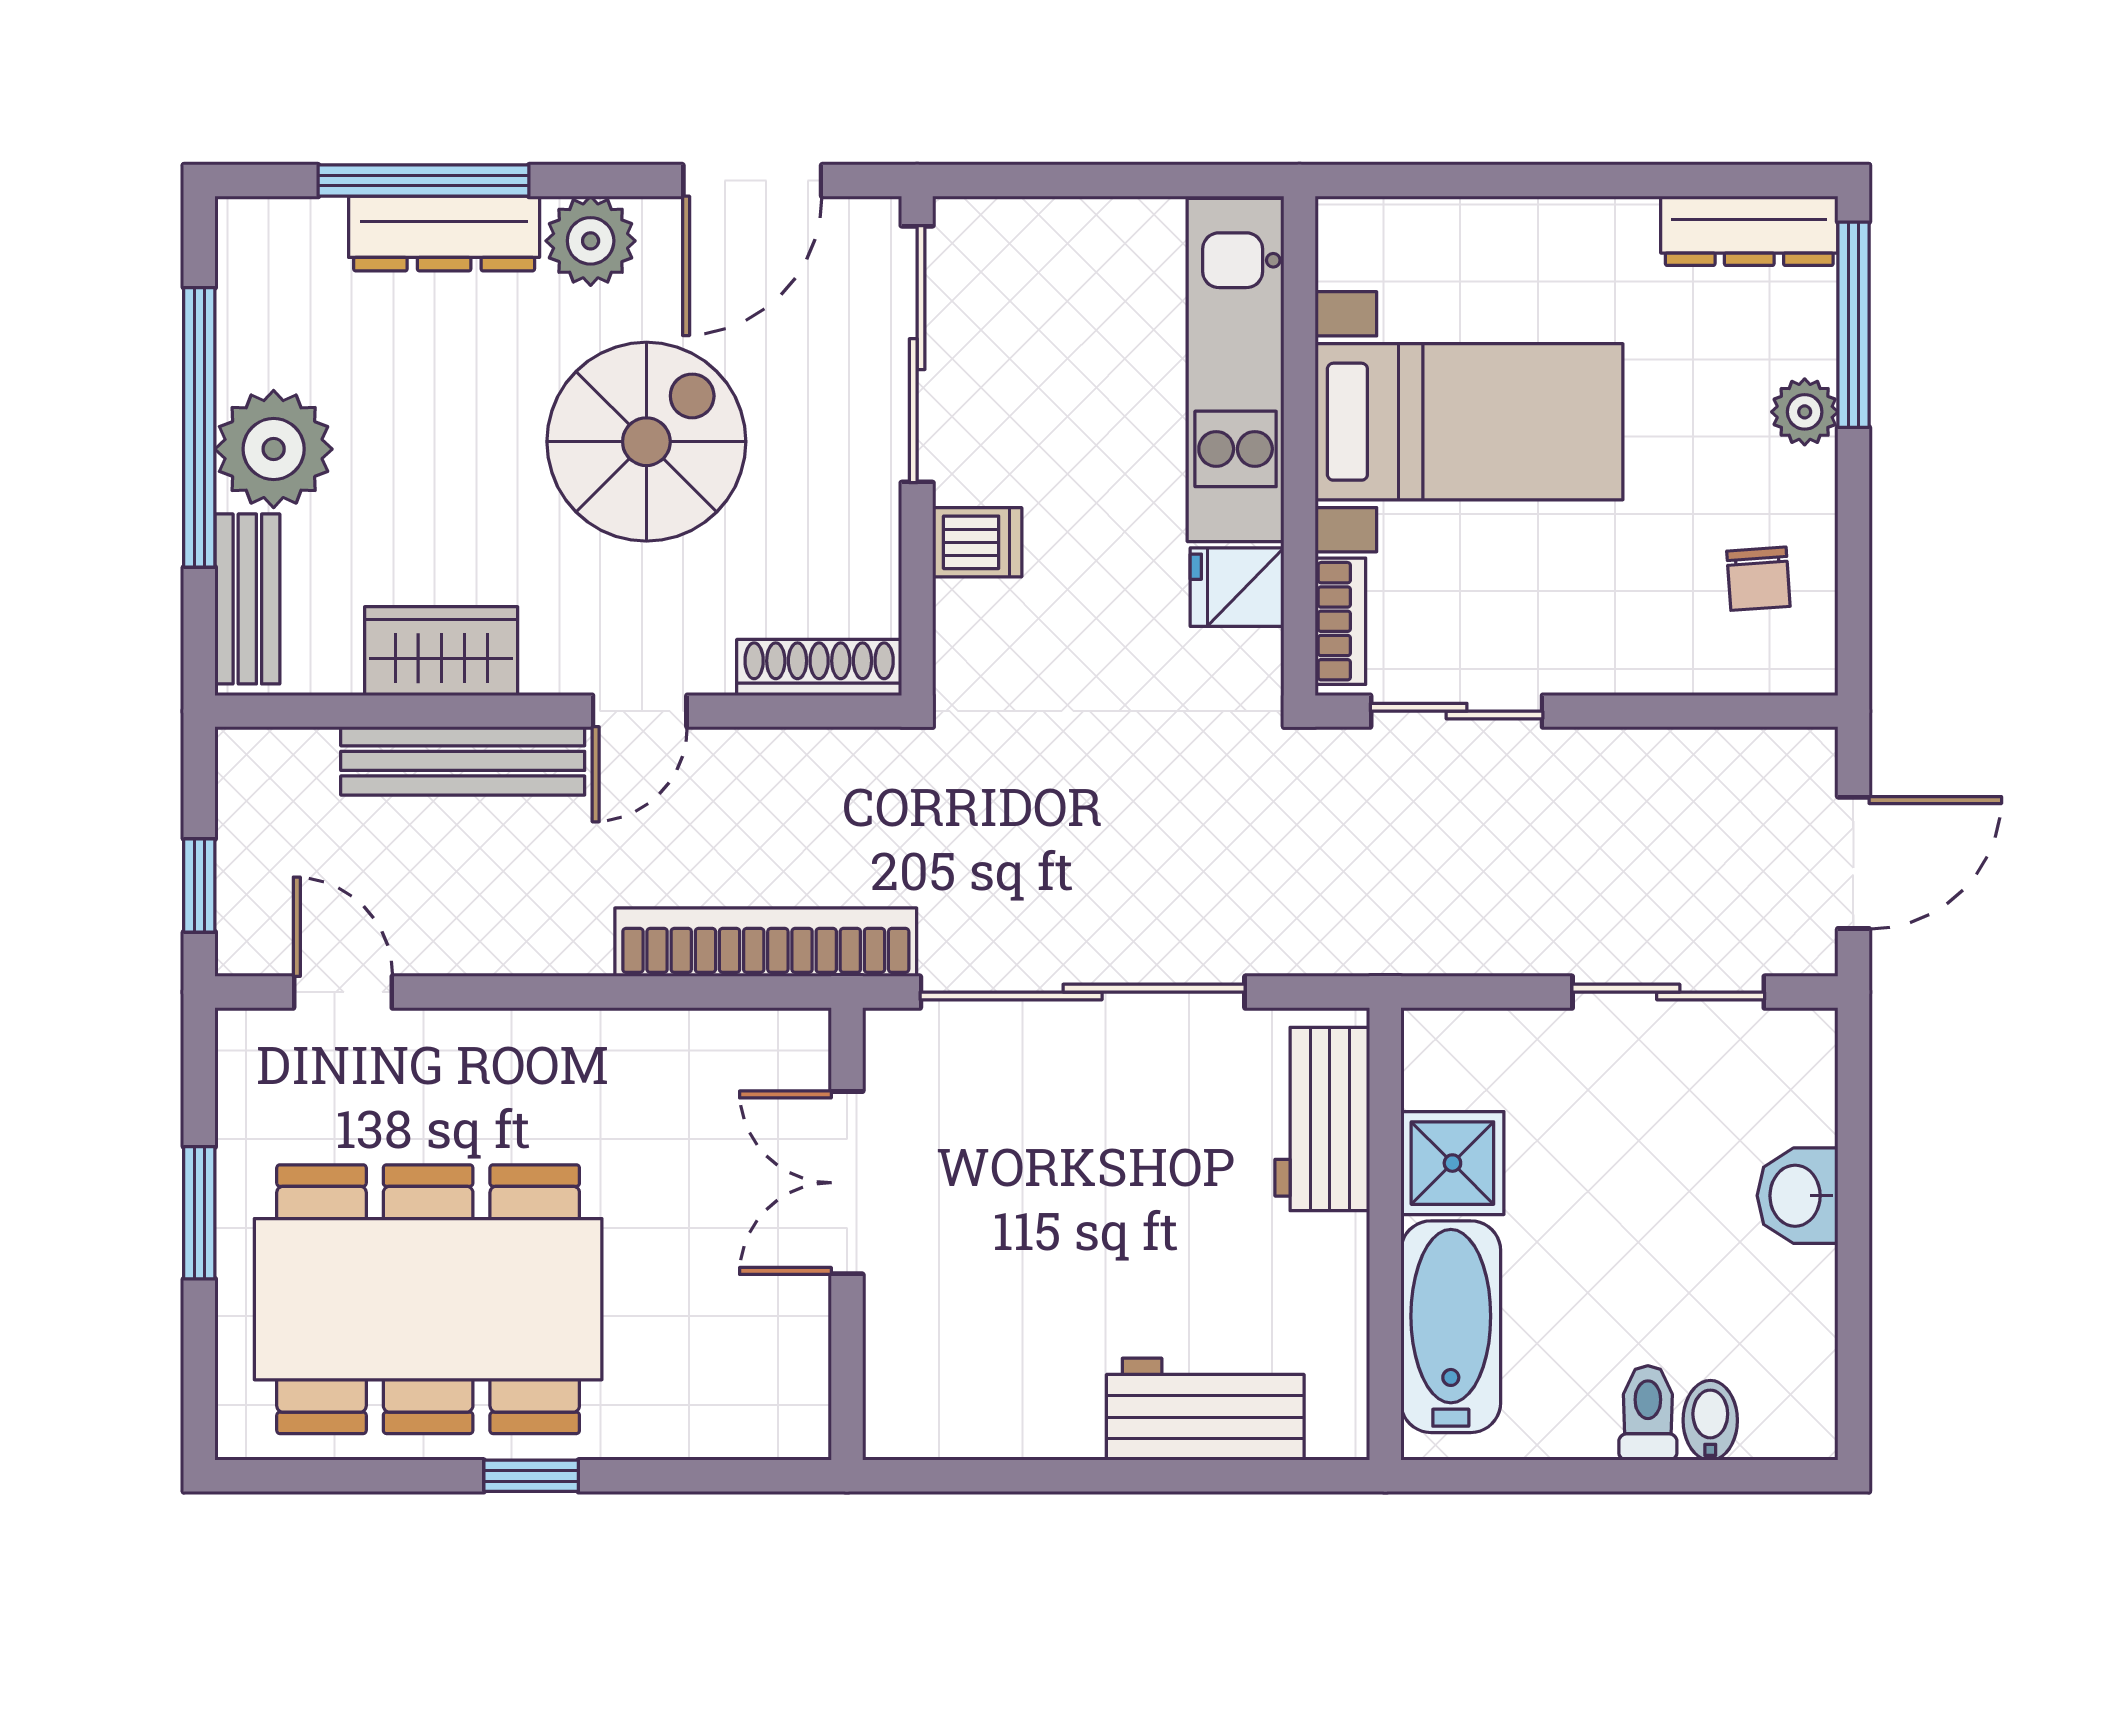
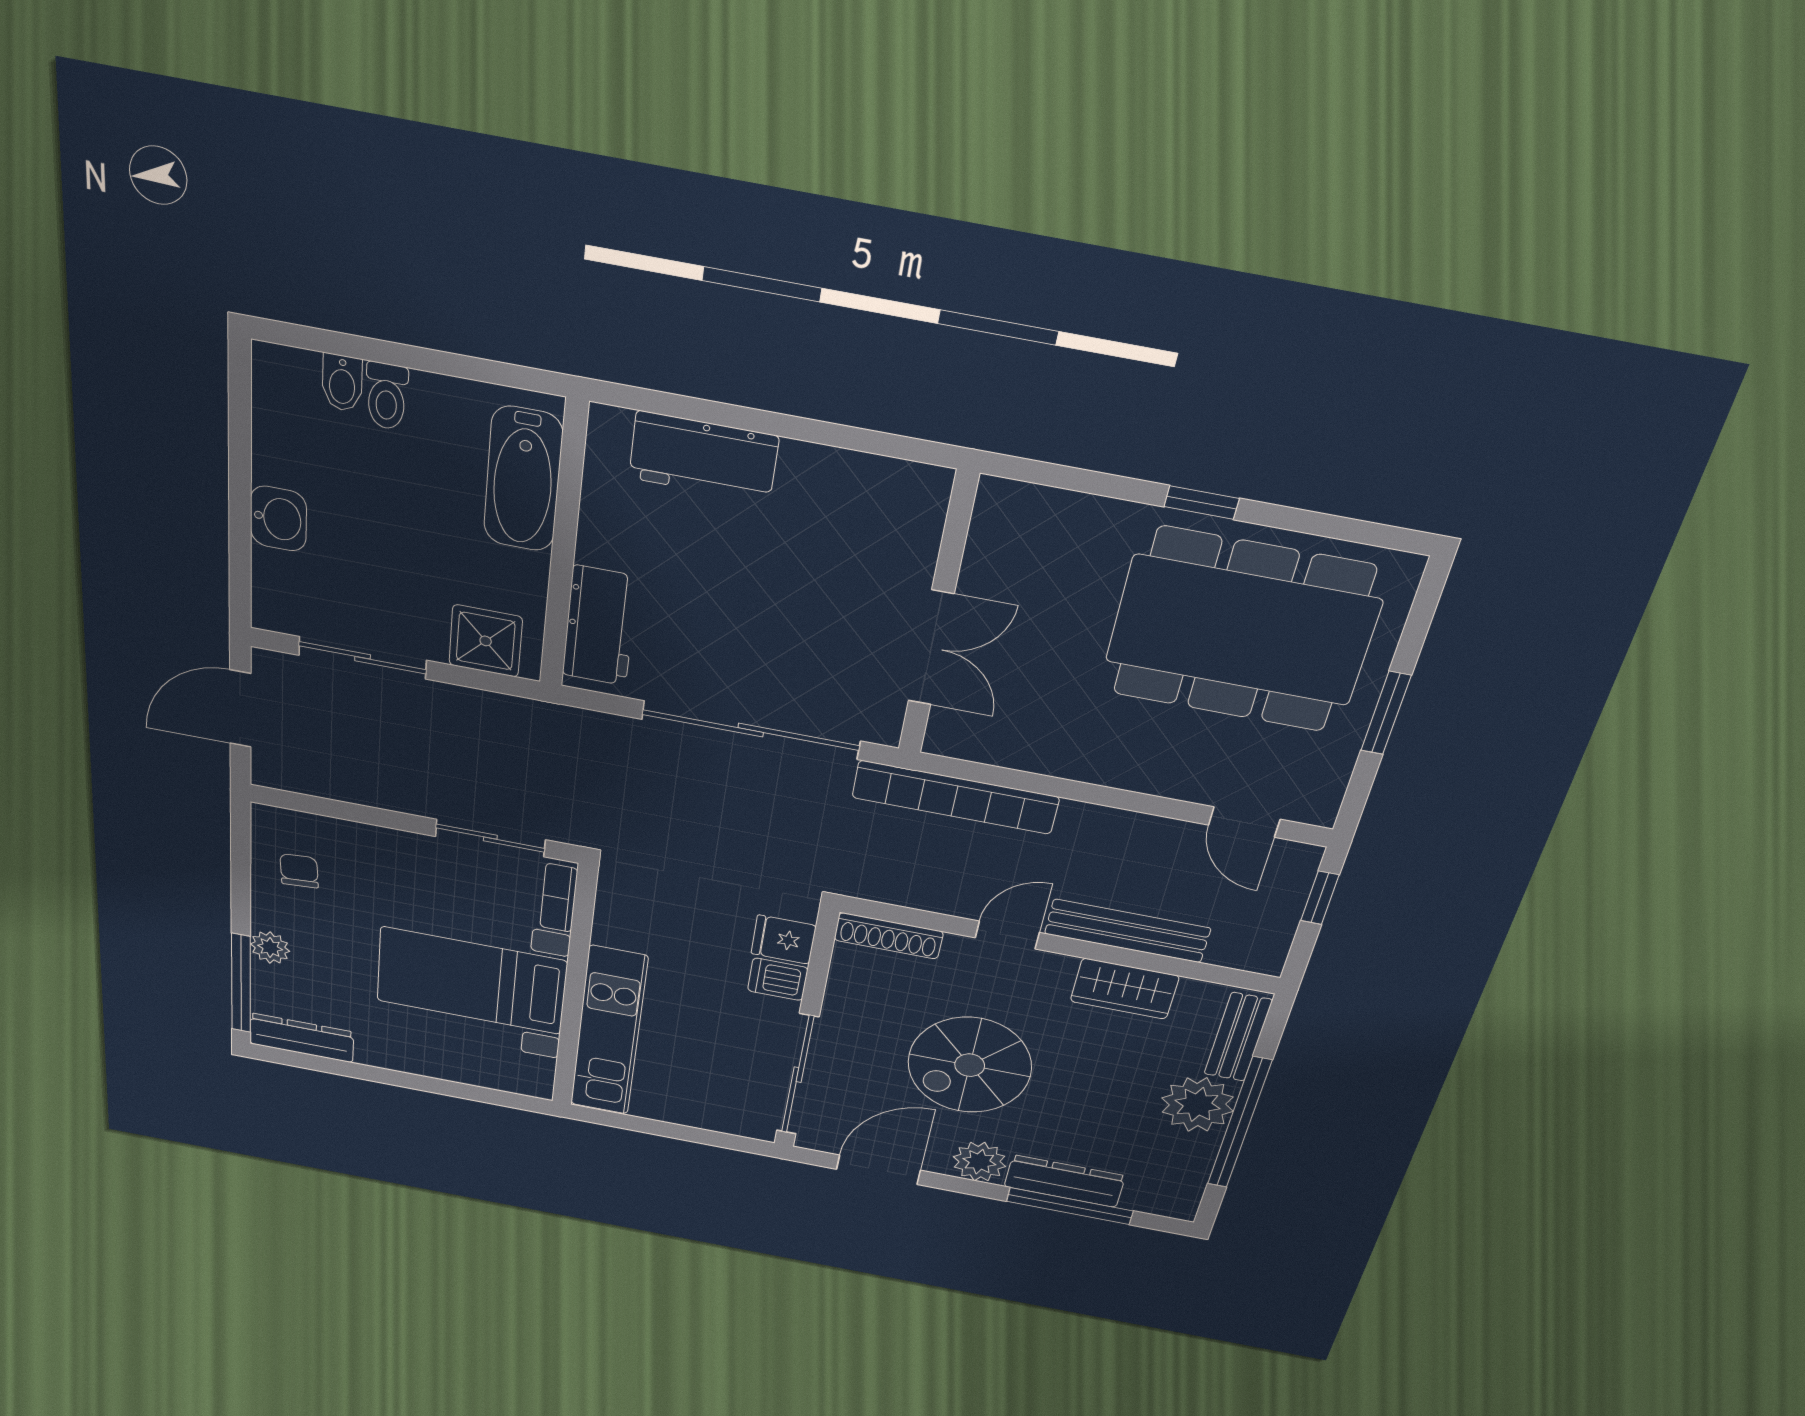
fridge: (1237, 587) -> (784, 940), moved, turned 180
shower: (1452, 1163) -> (486, 641), moved

